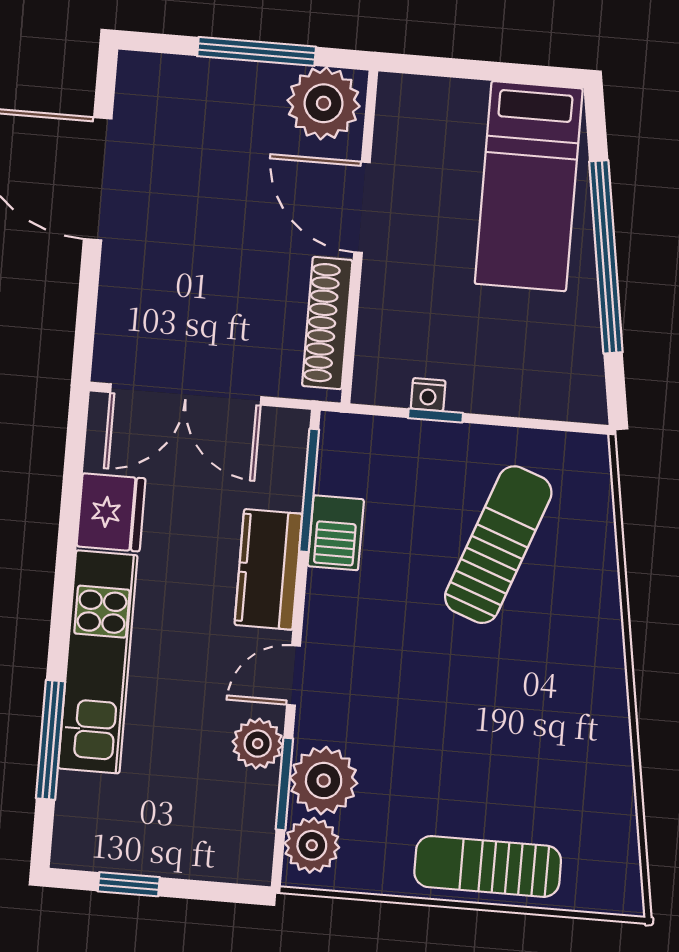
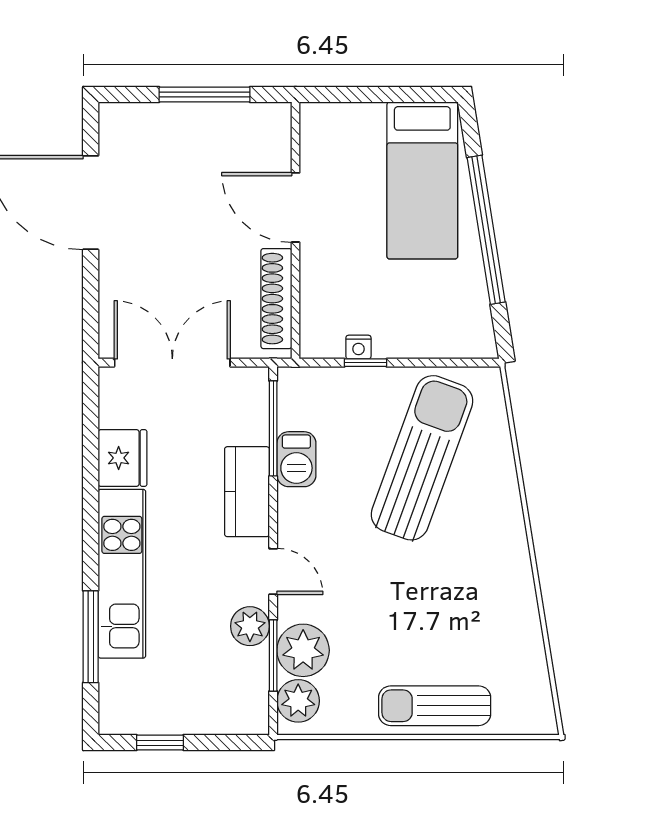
plant: (324, 103) -> (259, 130), removed
double door: (186, 395) -> (172, 363), swing flipped
sun lounger: (498, 545) -> (422, 458), width x1.36, depth x1.34
door: (294, 675) -> (273, 571), swing flipped

